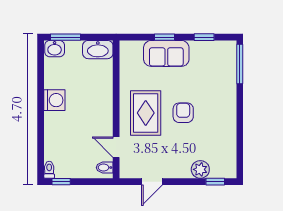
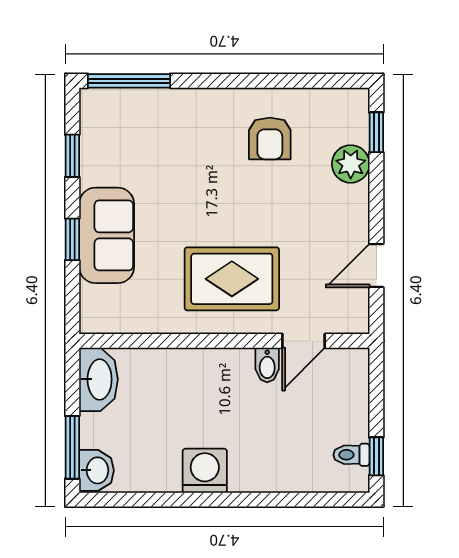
armchair: (183, 113) -> (270, 138), moved, turned -90
bidet: (105, 168) -> (267, 365), moved
toilet: (49, 170) -> (351, 455), moved
door: (152, 182) -> (376, 266), swing flipped

